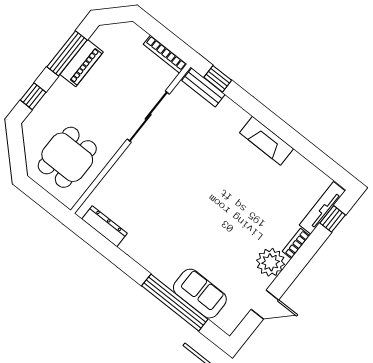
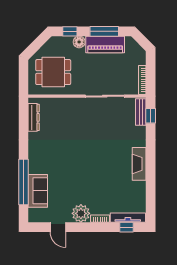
piano: (82, 63) -> (105, 44), width x1.37, depth x1.33
floor lamp: (55, 95) -> (79, 42), added

